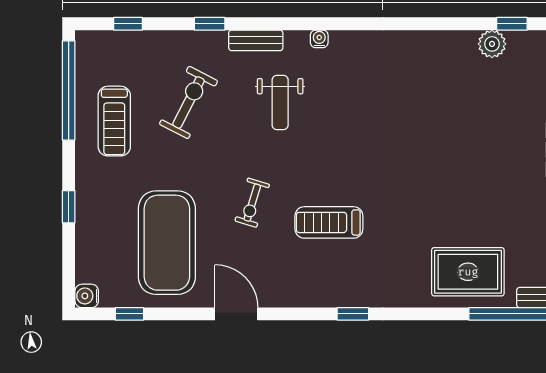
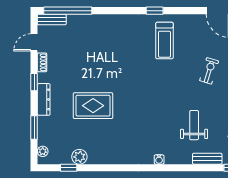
water cooler: (319, 39) -> (159, 159), moved
treadmill: (329, 222) -> (164, 41), moved, turned 90
rug: (468, 272) -> (93, 106), moved

